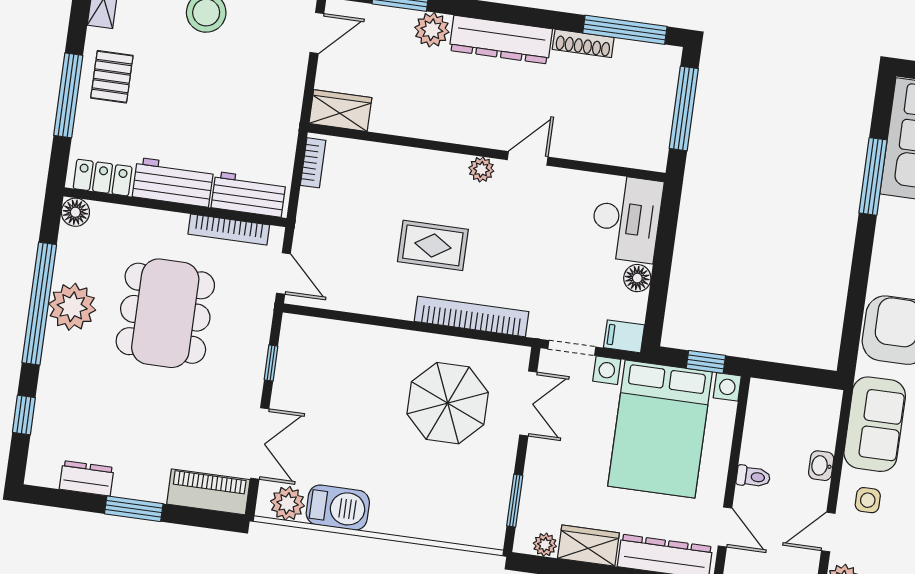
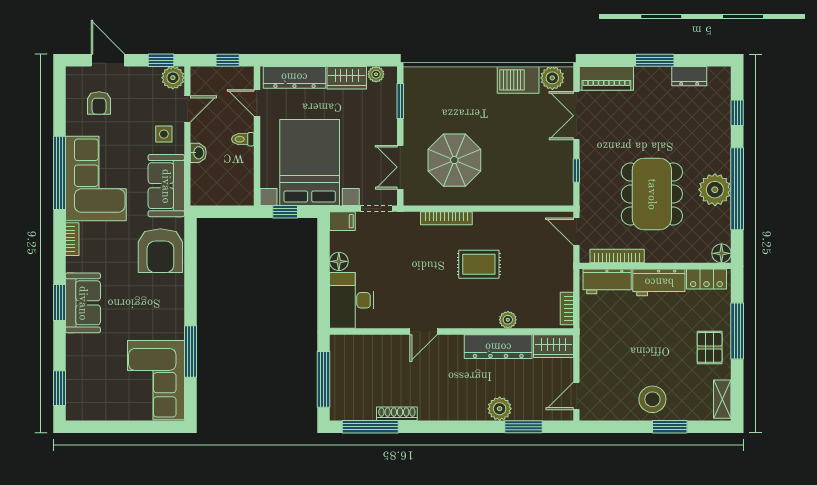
dresser: (501, 40) -> (498, 347), moved, turned 180
plant: (481, 169) -> (508, 320), moved
bookcase: (472, 317) -> (446, 218), width x0.68, depth x0.76

